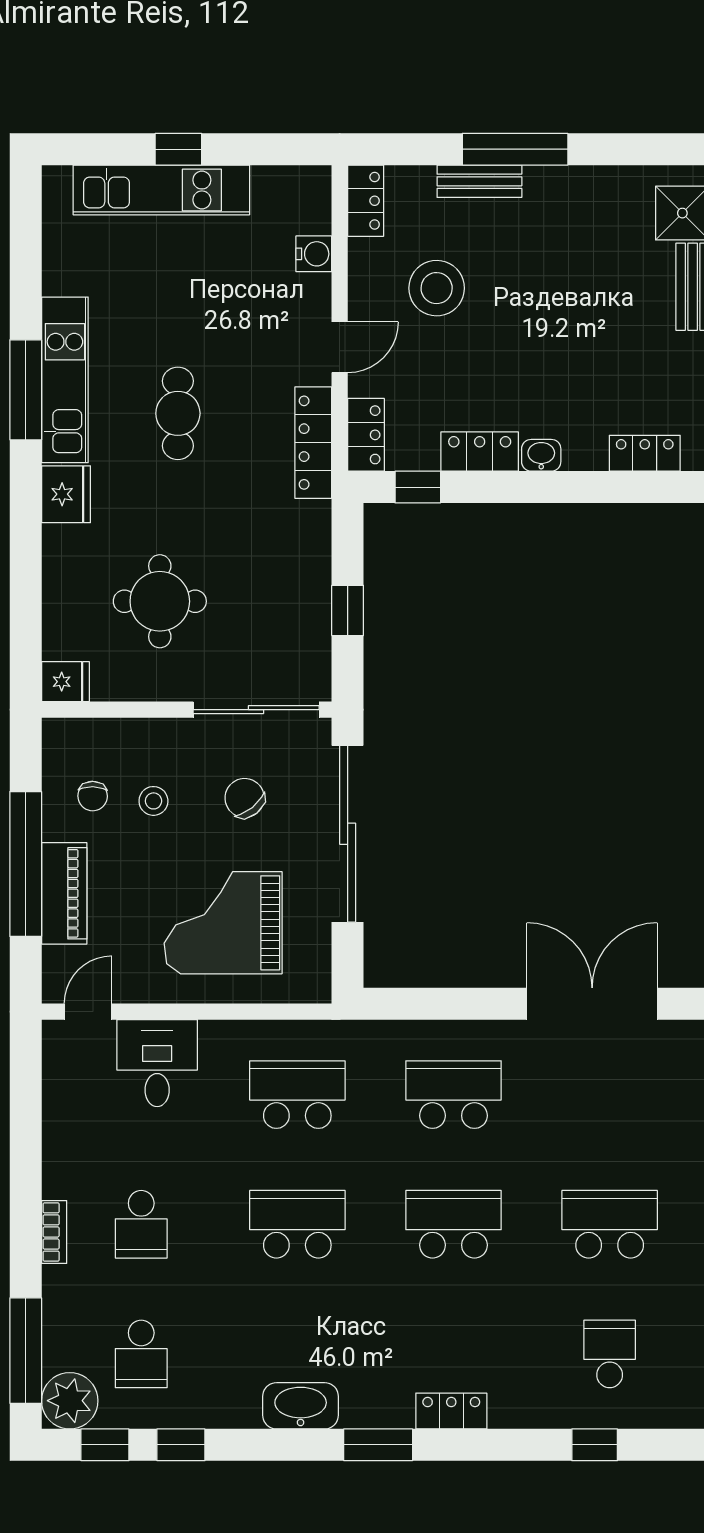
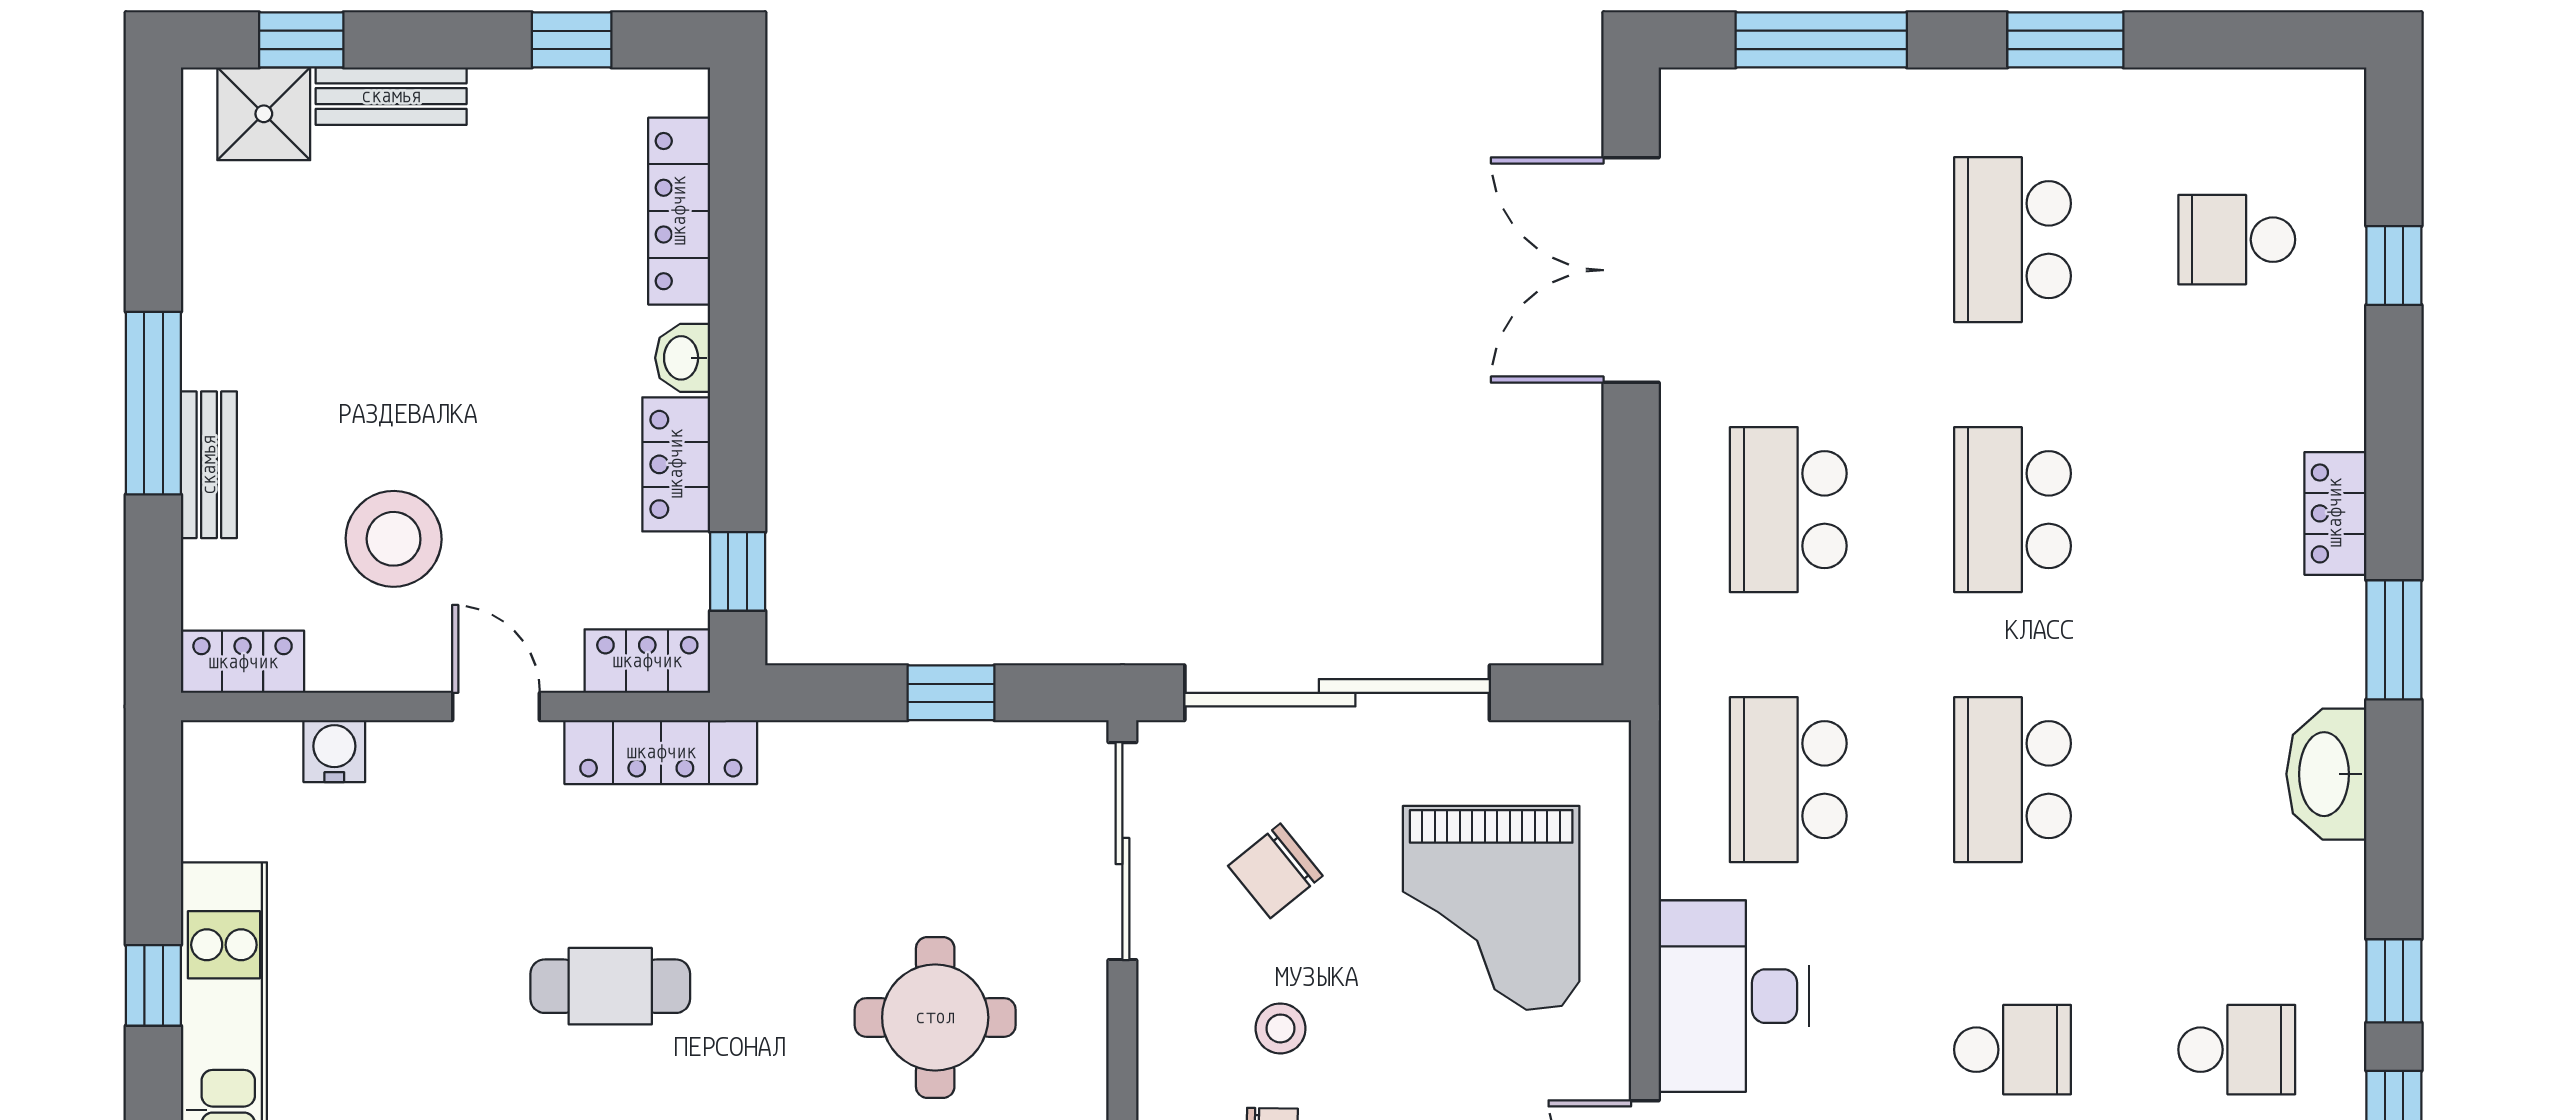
locker: (645, 453) -> (679, 211), width x1.53
desk: (157, 1063) -> (1734, 996), width x1.37

